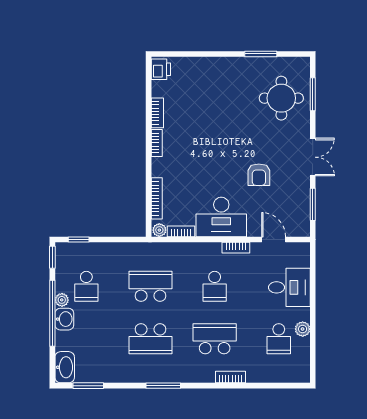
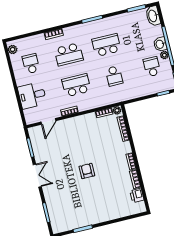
printer: (161, 69) -> (137, 195), moved
round table: (281, 98) -> (64, 206), removed
double door: (313, 157) -> (37, 176), swing flipped
armchair: (259, 175) -> (87, 171), moved
desk: (221, 217) -> (82, 127), removed
door: (274, 239) -> (48, 121), hinge flipped
school desk: (150, 286) -> (114, 76), width x0.54
school desk: (215, 286) -> (76, 85), width x1.85
plant: (303, 329) -> (13, 49), moved

